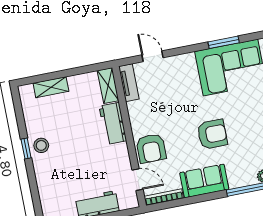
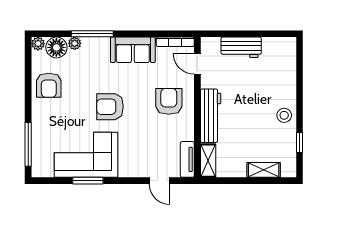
workbench: (113, 123) -> (211, 116), width x1.37
armchair: (212, 134) -> (110, 107), moved
armchair: (151, 148) -> (169, 101), moved
window: (26, 149) -> (299, 142), moved

